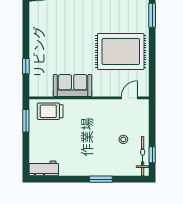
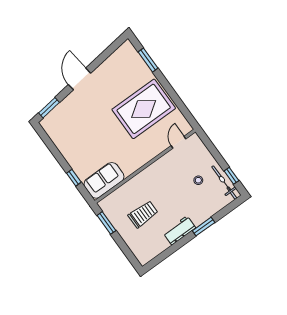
sofa: (73, 86) -> (104, 180), moved
trolley: (50, 111) -> (143, 214), moved, turned 180
workbench: (44, 168) -> (179, 230), moved

